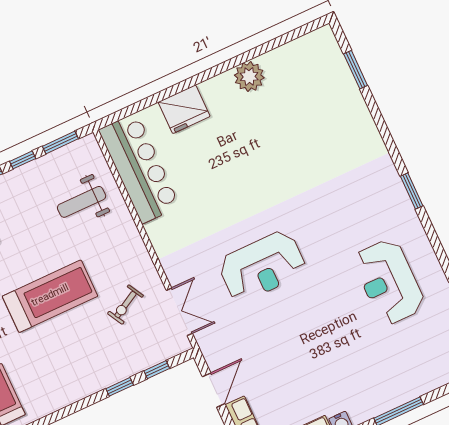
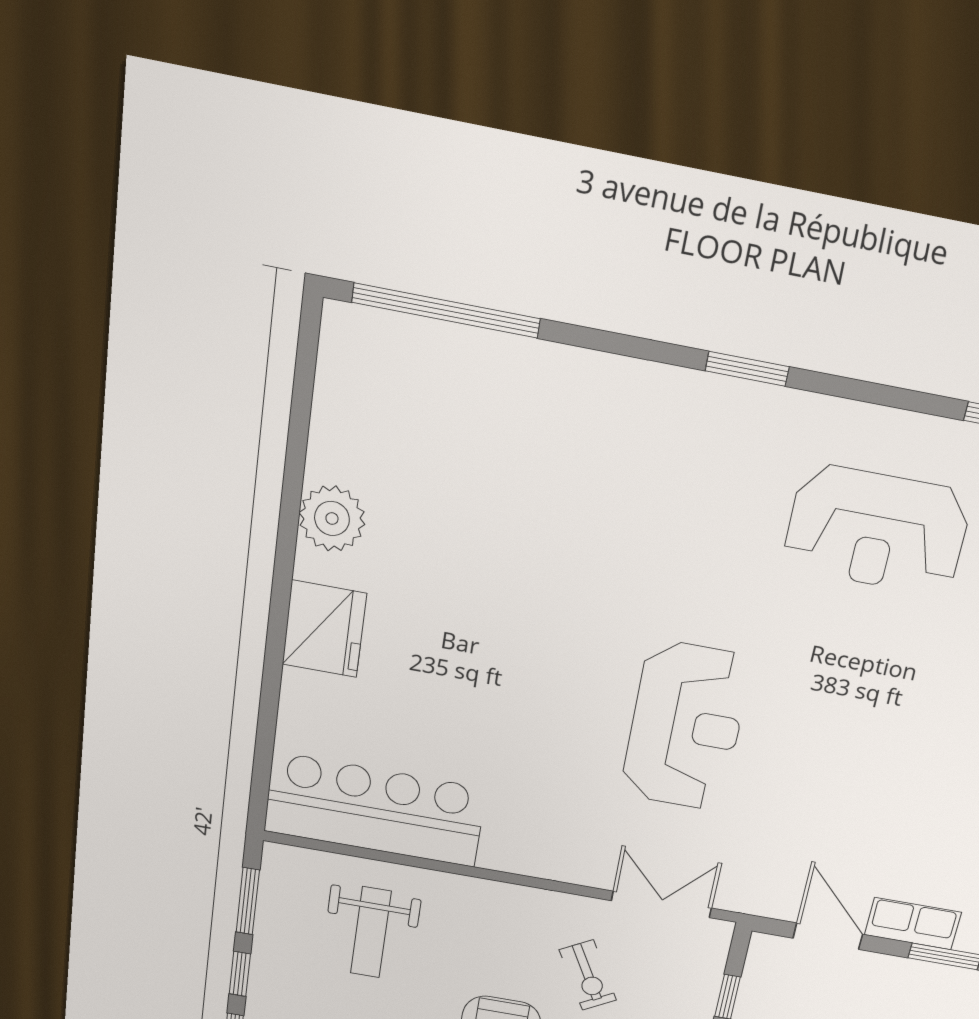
window: (356, 70) -> (446, 311), width x2.11
fridge: (184, 109) -> (324, 629), moved

